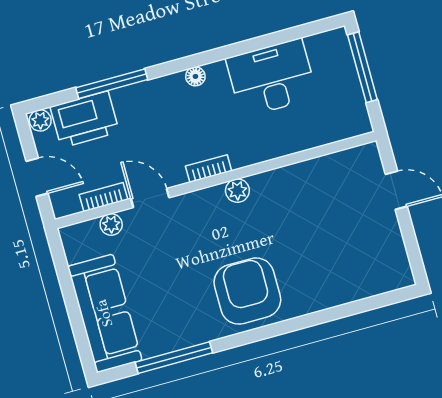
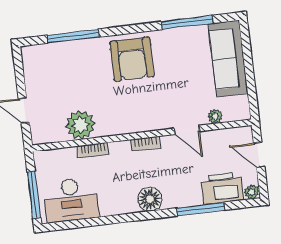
floor lamp: (195, 76) -> (150, 199), width x1.89, depth x1.89
desk: (272, 78) -> (71, 200), moved
plant: (237, 191) -> (80, 125), moved, width x1.87, depth x1.87
bookcase: (103, 197) -> (93, 150), moved
window: (340, 312) -> (73, 36), added

